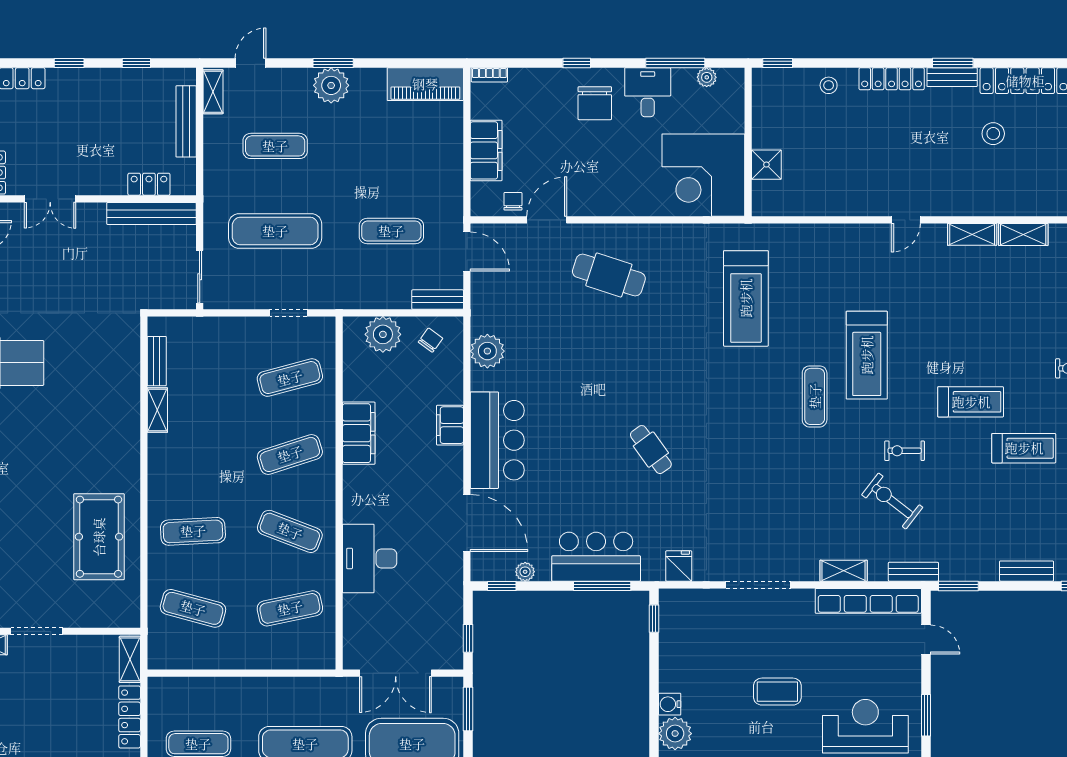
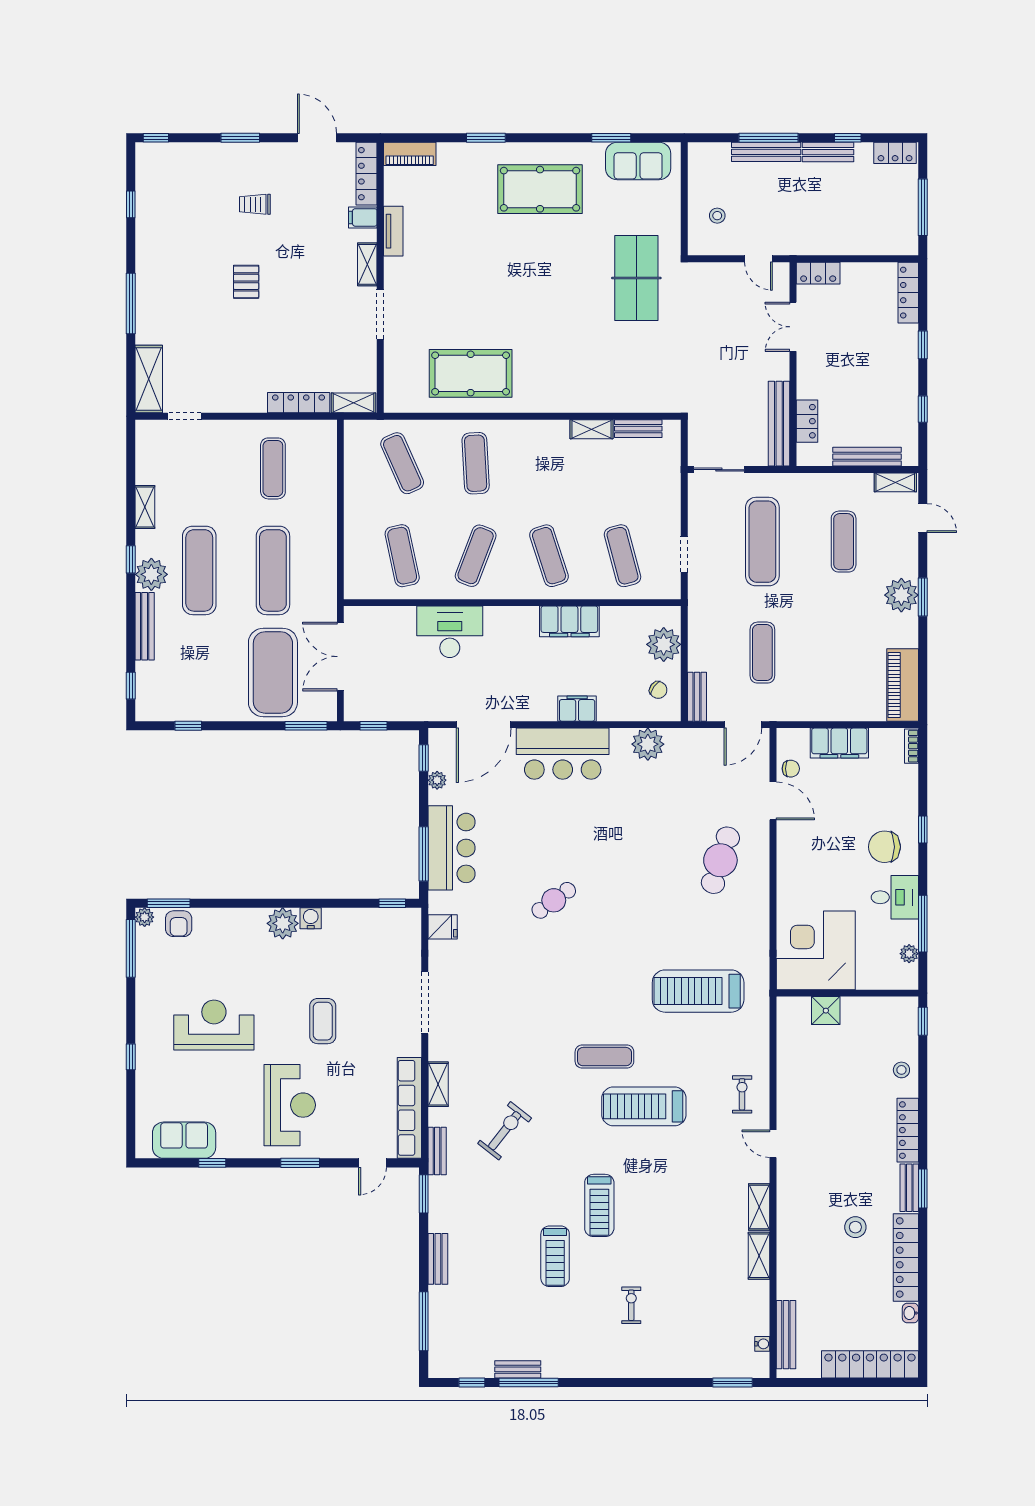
exercise bike: (905, 451) -> (742, 1094), moved
exercise mat: (193, 608) -> (402, 463), turned -39

